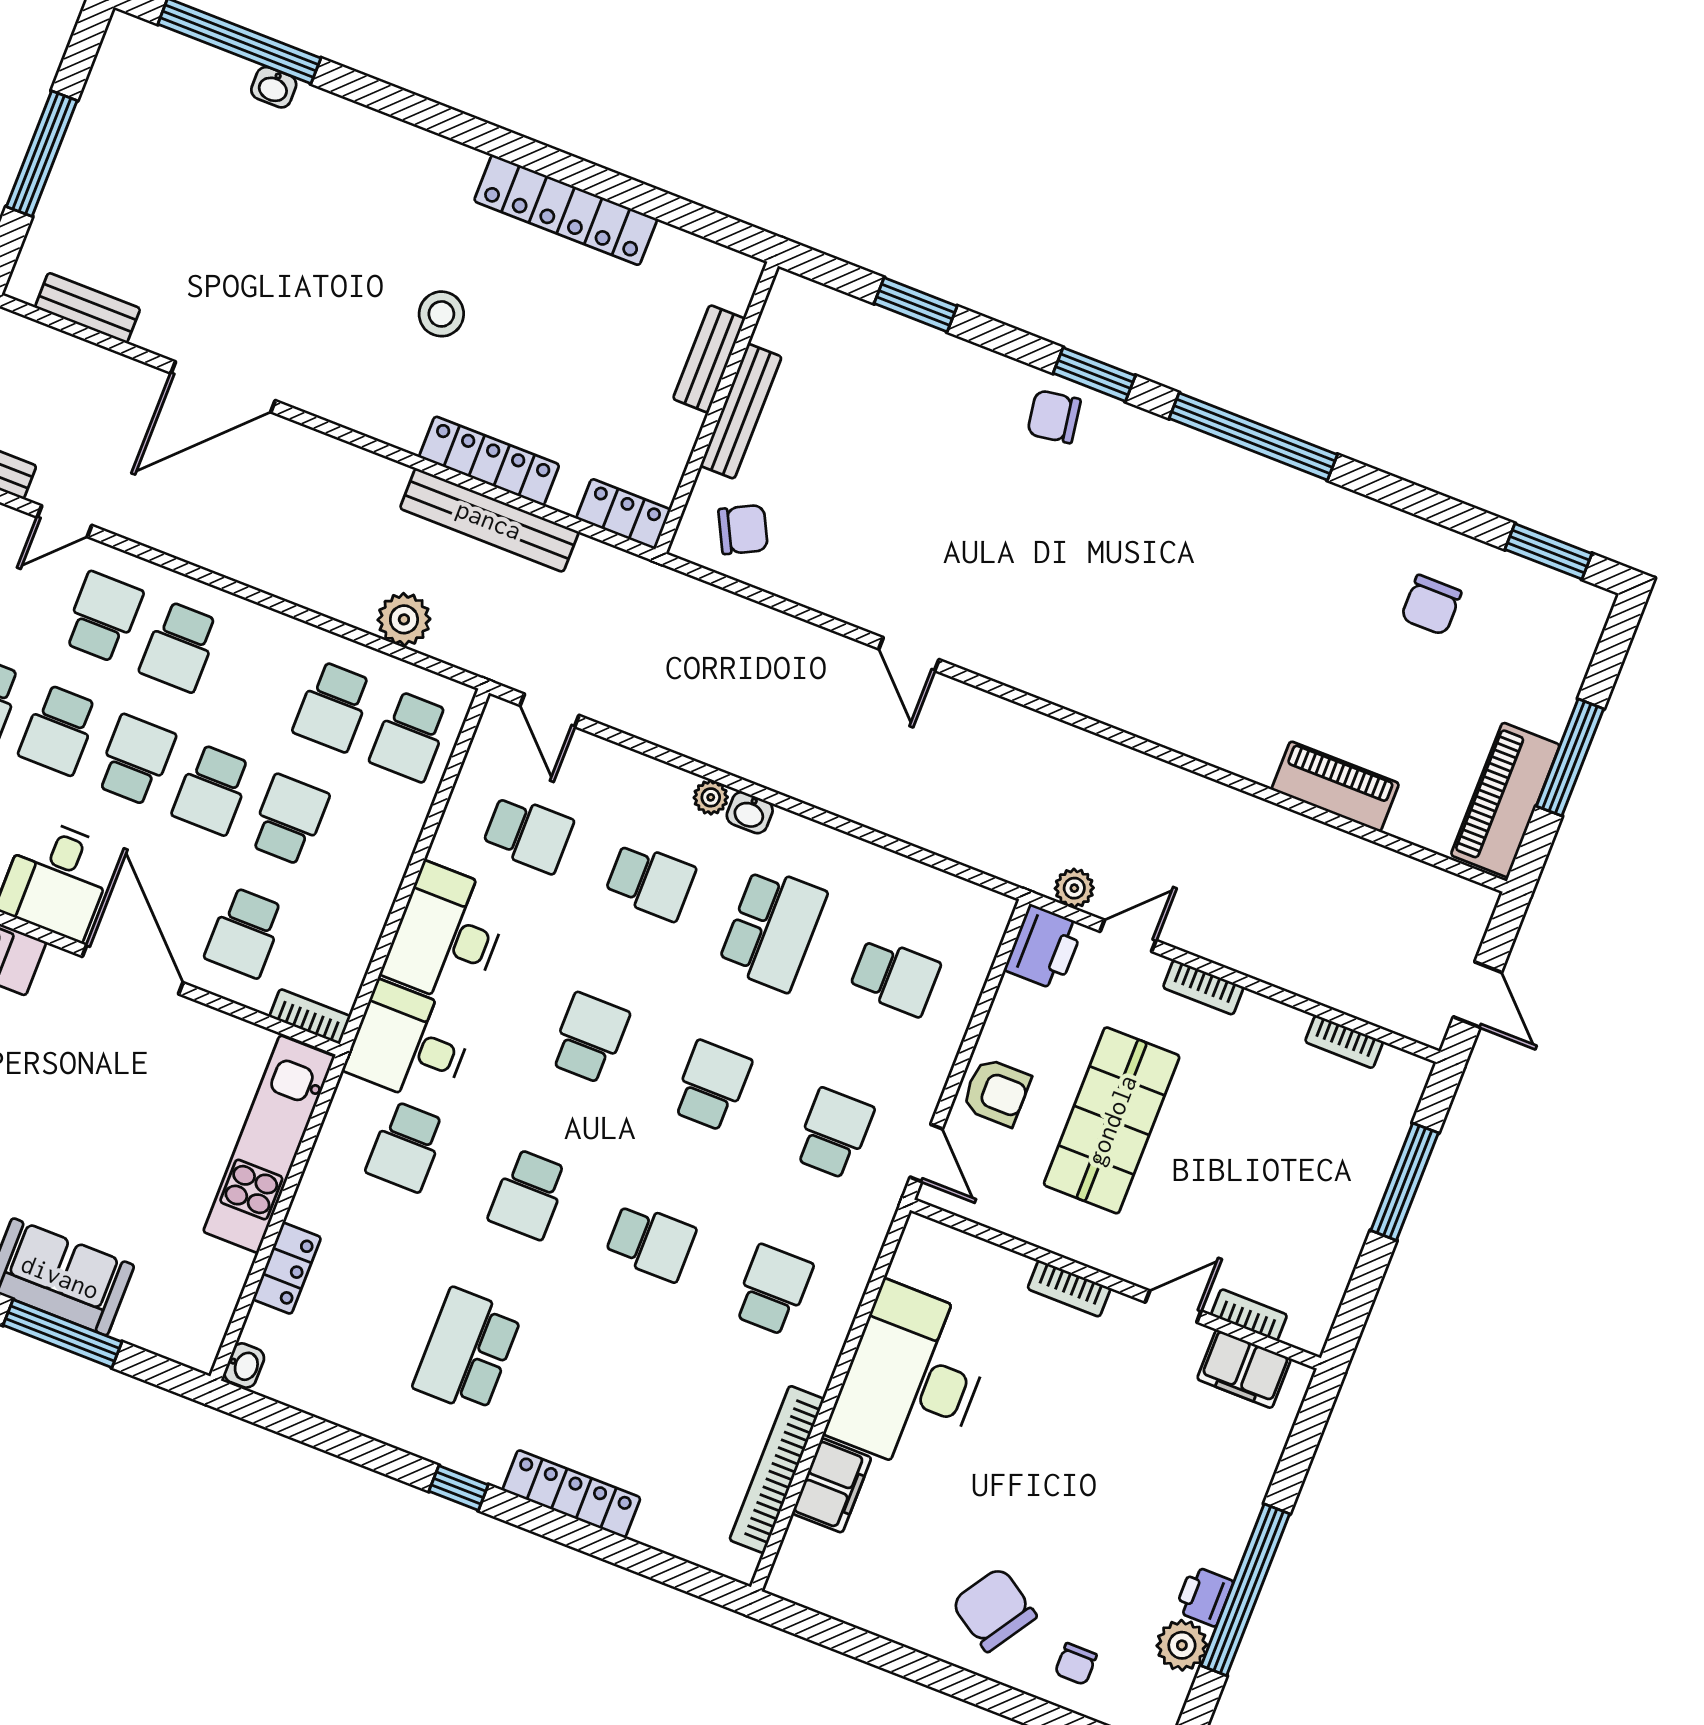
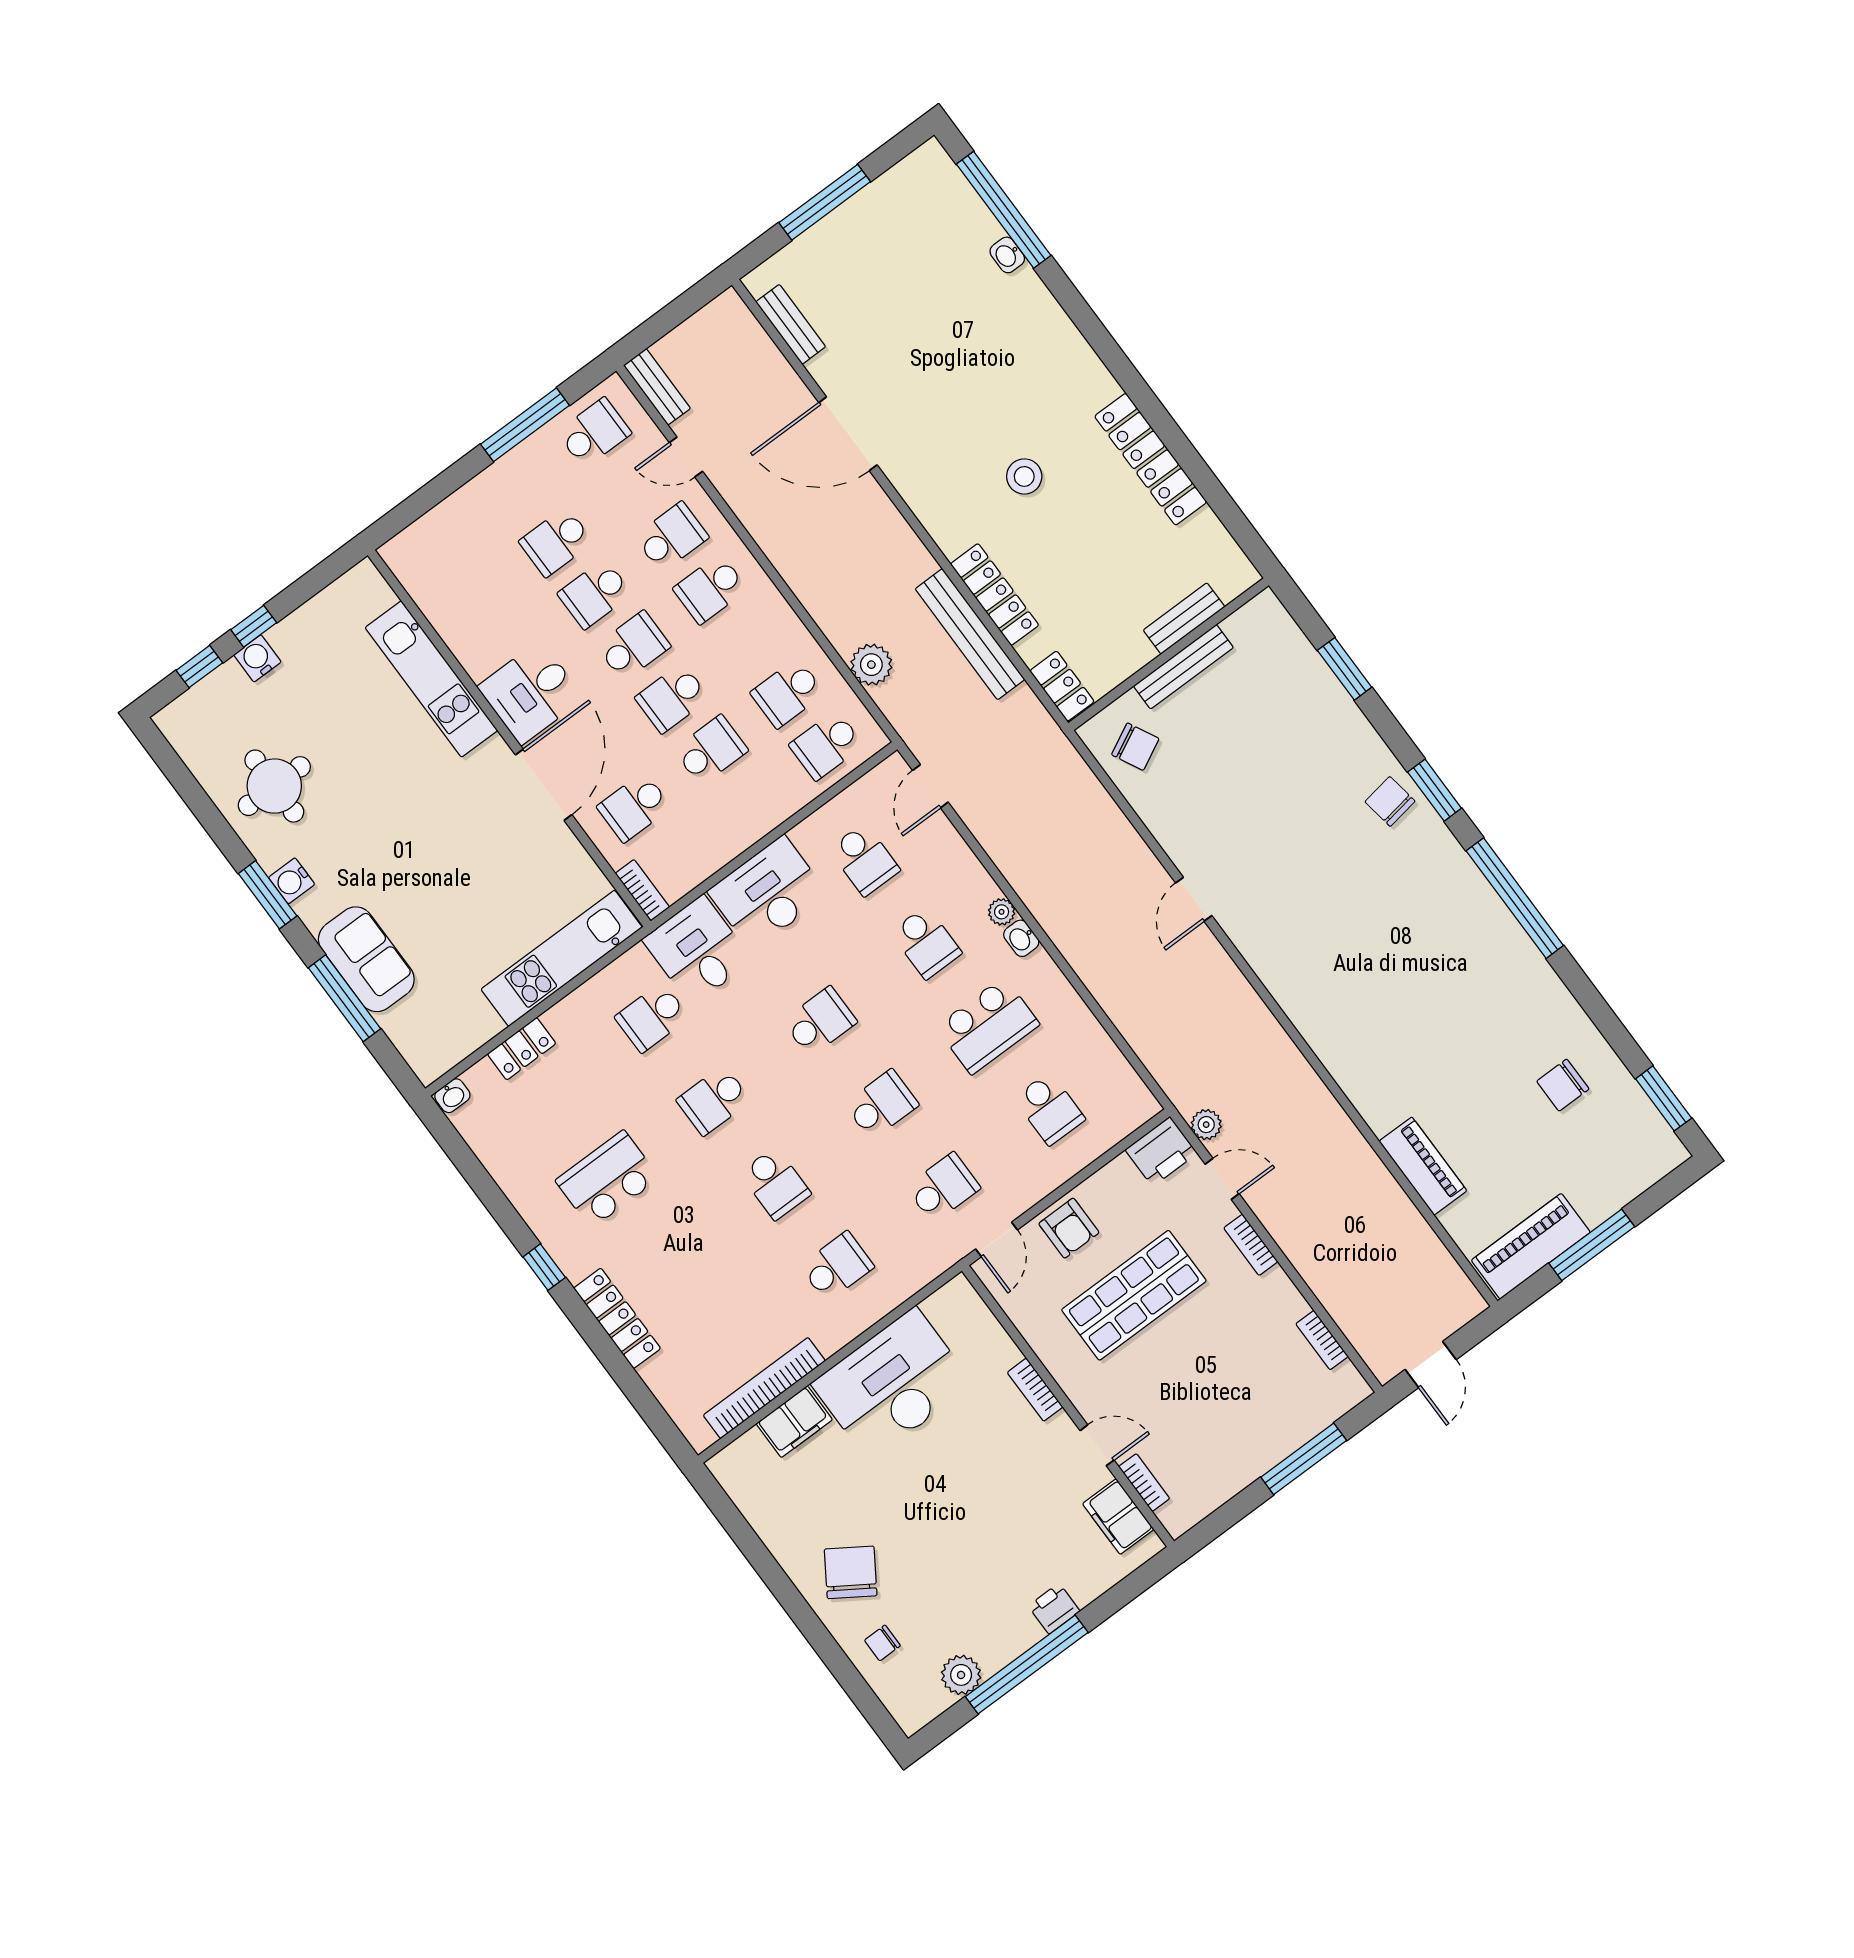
printer: (1204, 1596) -> (1054, 1609), moved

